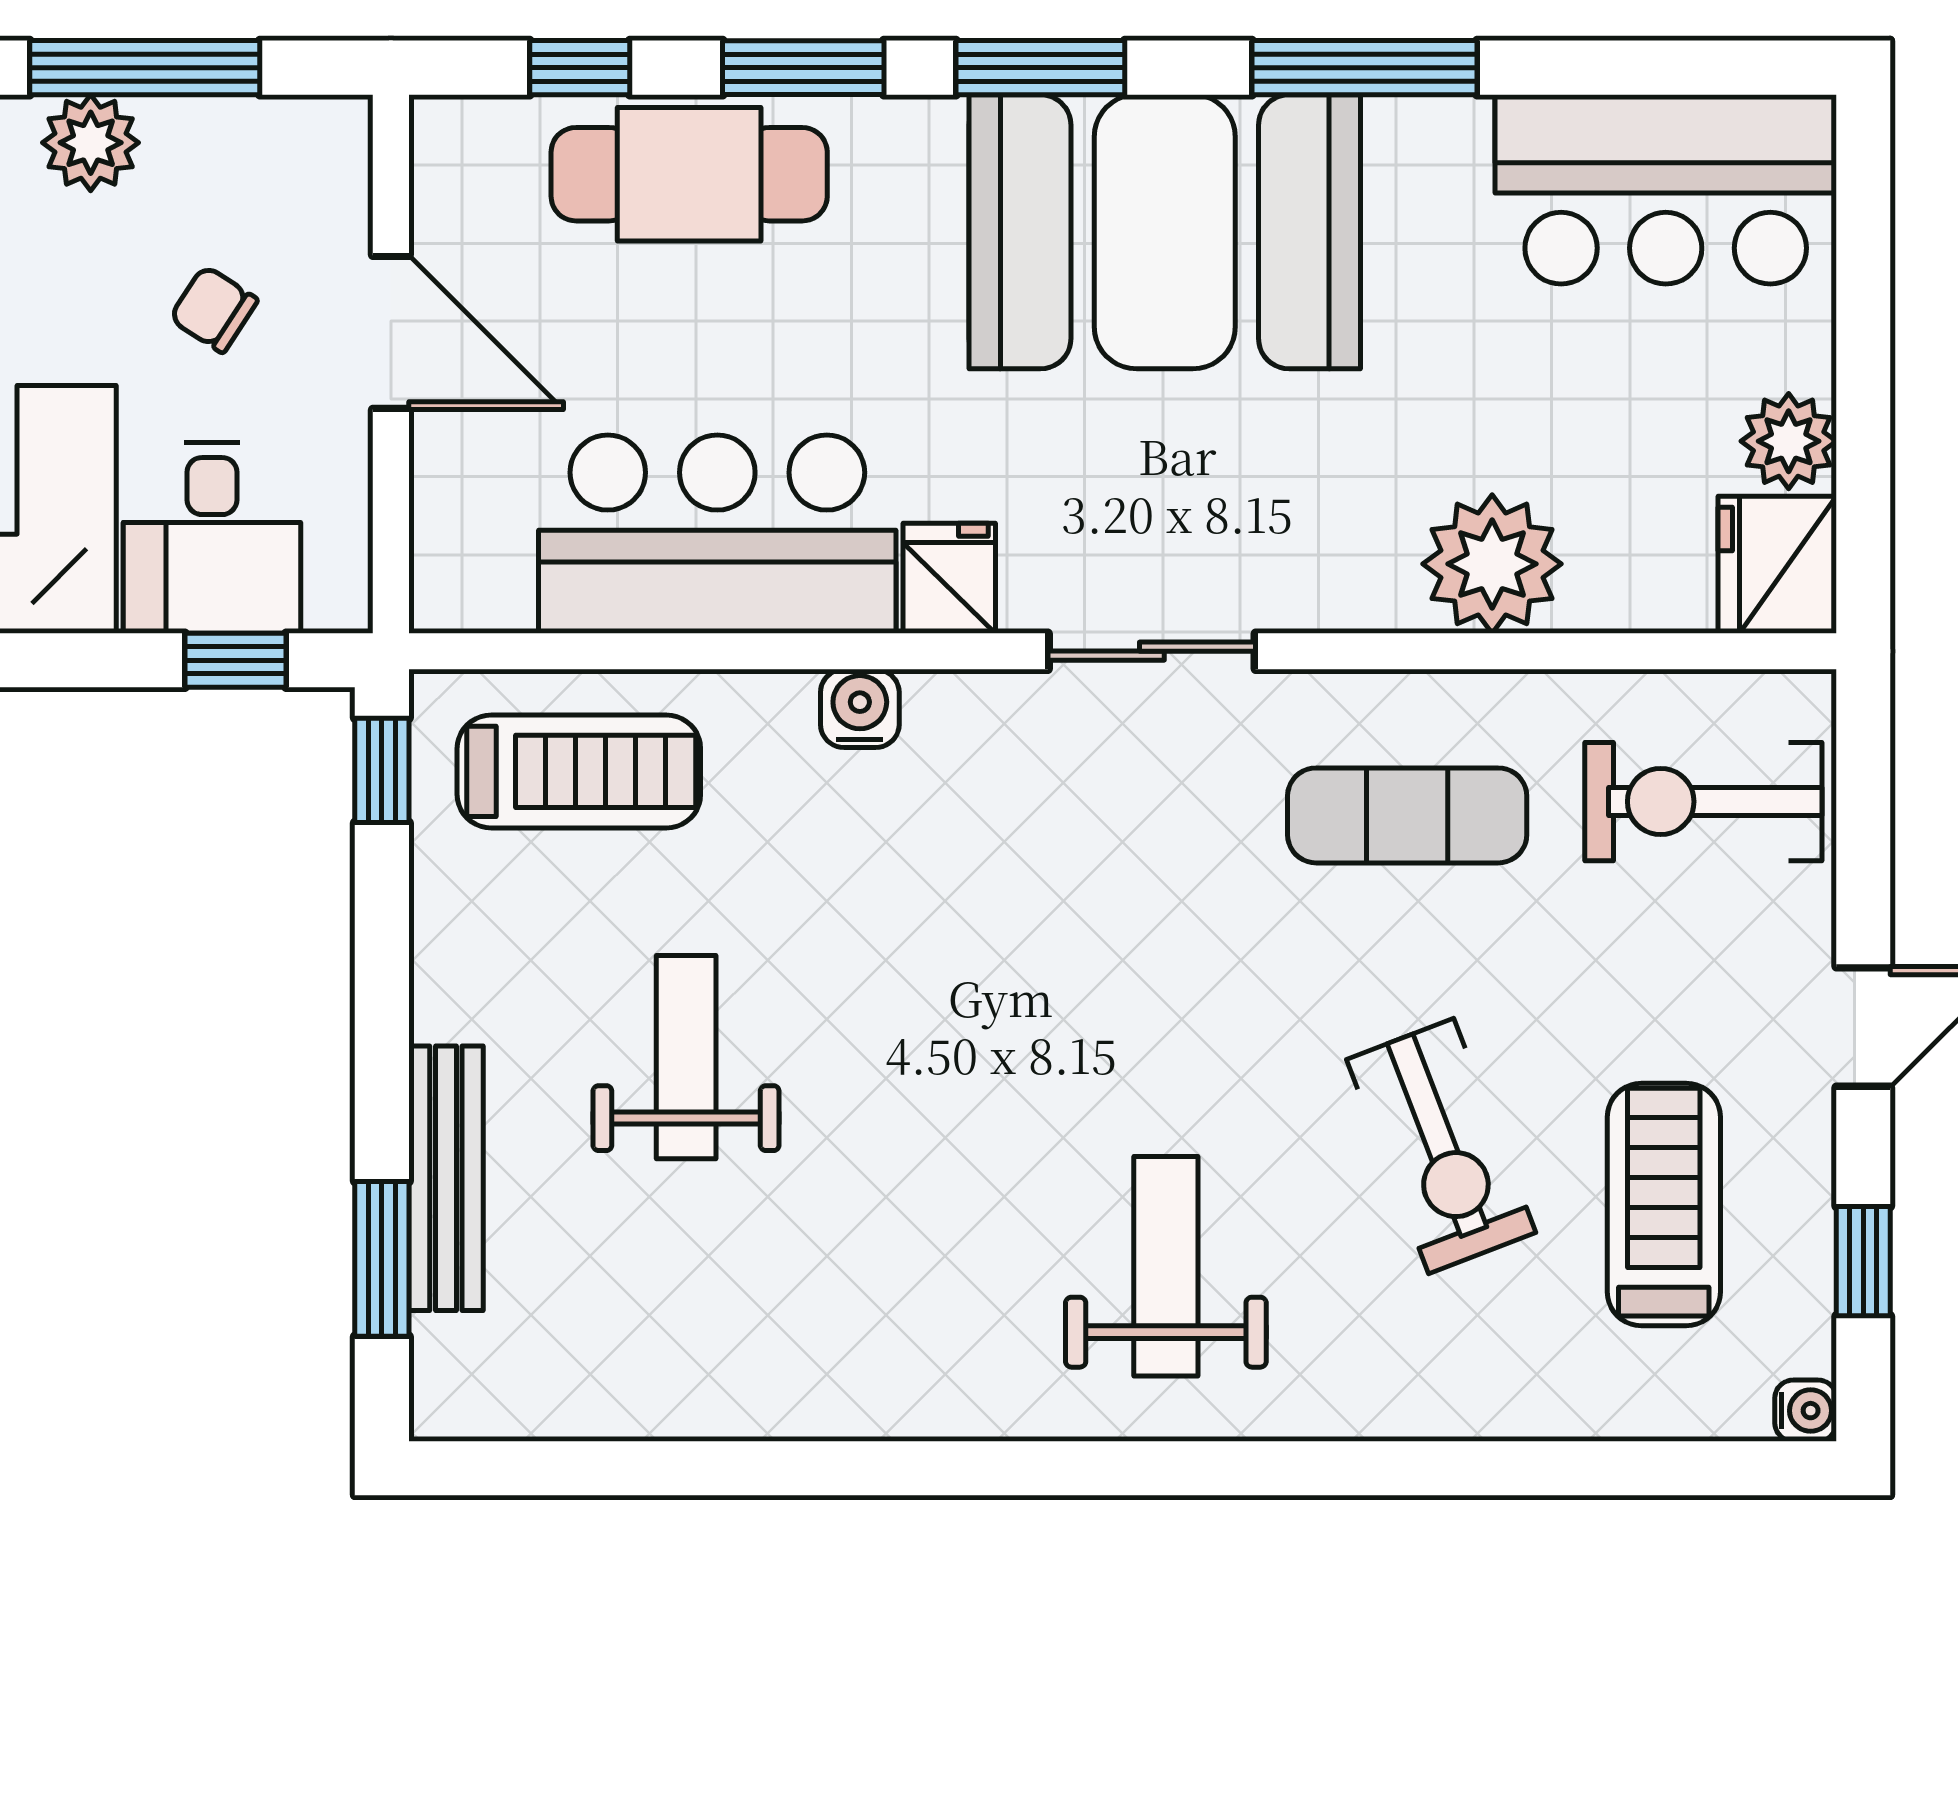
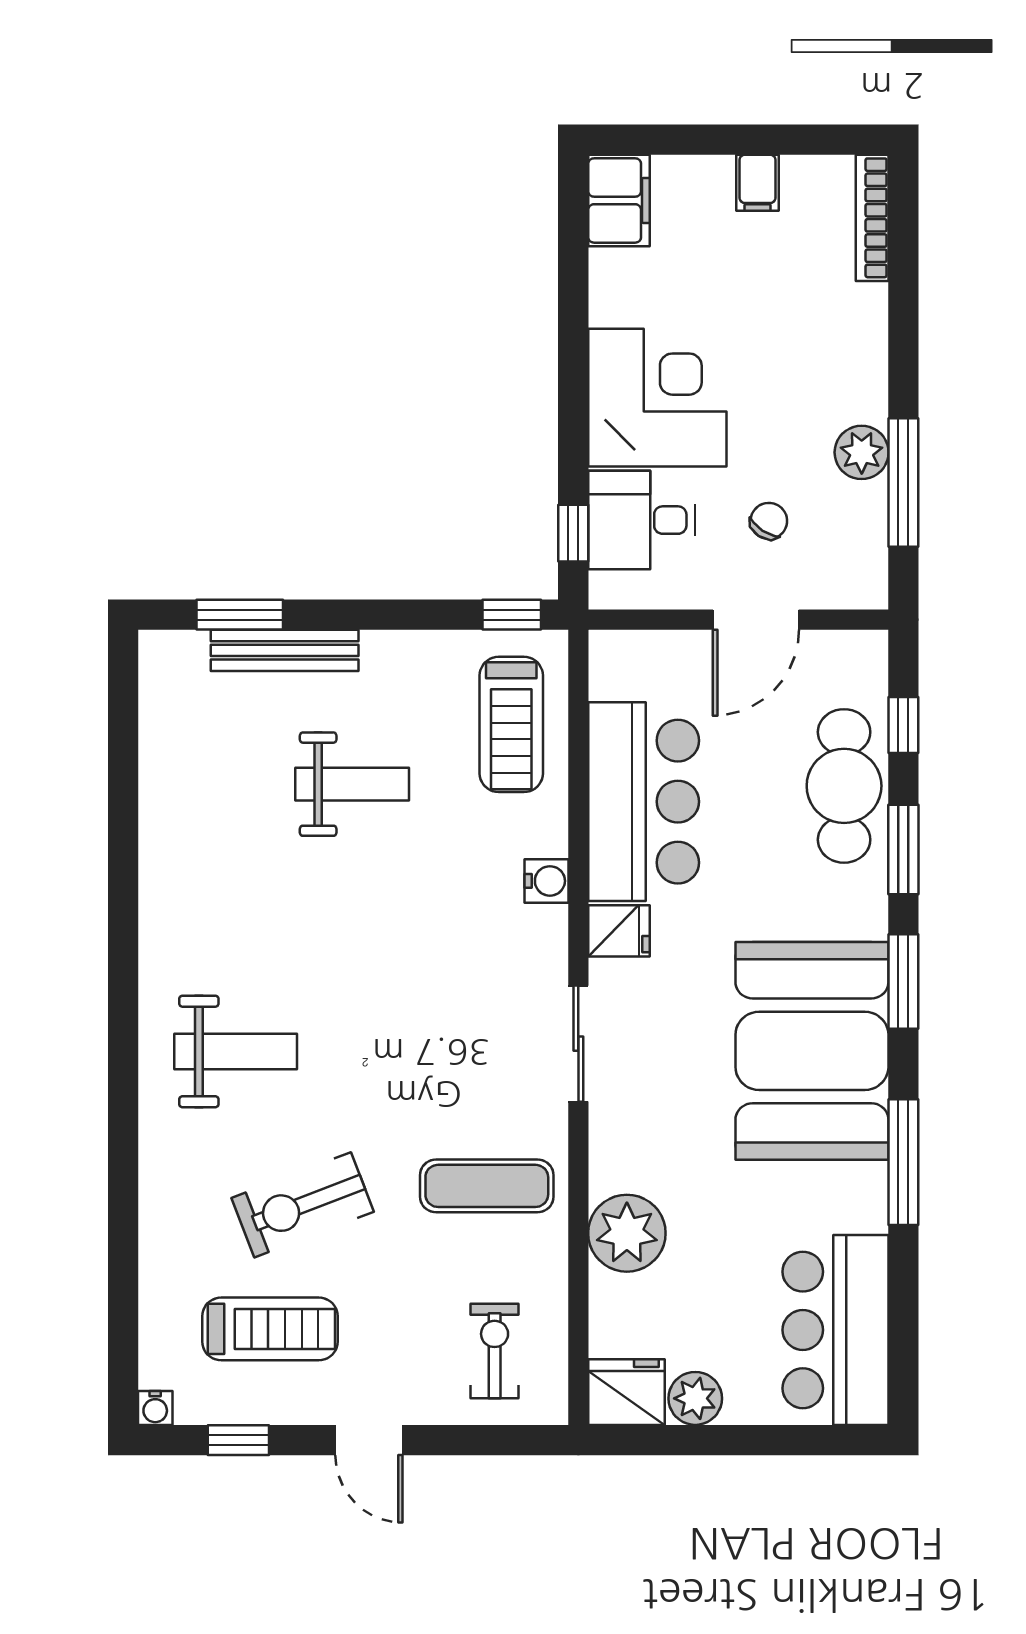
exercise bike: (1703, 802) -> (495, 1351), width x0.73, depth x0.72
exercise mat: (1407, 815) -> (487, 1186), turned 90

